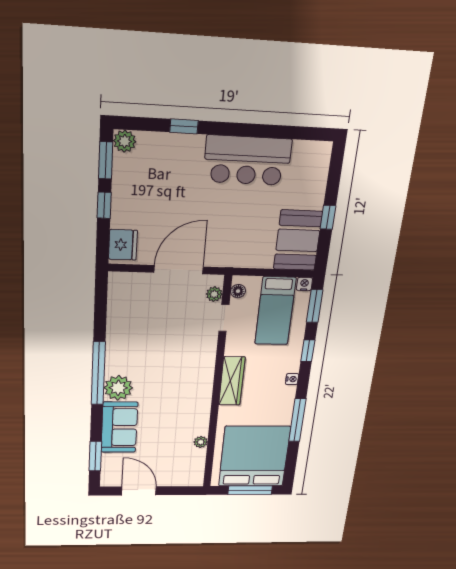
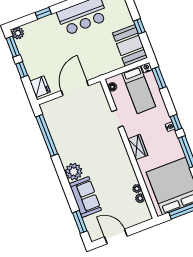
plant: (214, 294) -> (140, 198), moved
doorway: (224, 318) -> (117, 119), moved
window: (308, 351) -> (176, 123), moved
window: (98, 374) -> (47, 135), moved
wardrobe: (232, 381) -> (138, 147), width x0.67

